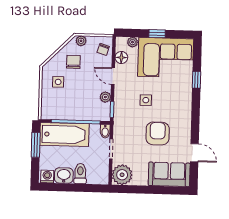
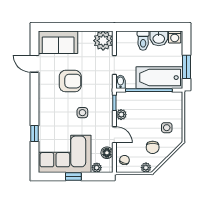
armchair: (158, 133) -> (70, 81), turned -90

